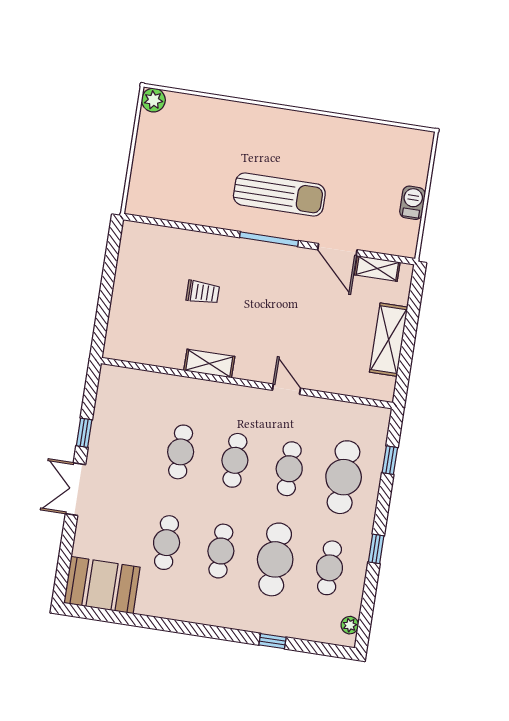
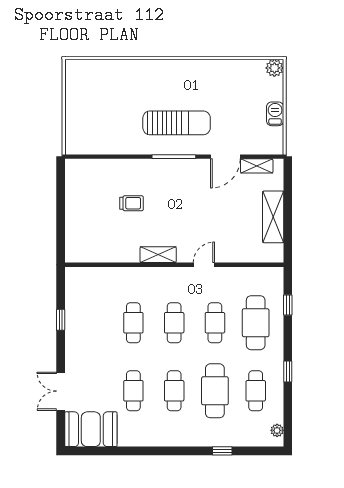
plant: (153, 100) -> (274, 68), moved
door: (337, 250) -> (225, 157), hinge flipped
shelving: (209, 363) -> (158, 255), moved
door: (286, 389) -> (204, 265), hinge flipped
double door: (75, 489) -> (61, 391), moved

